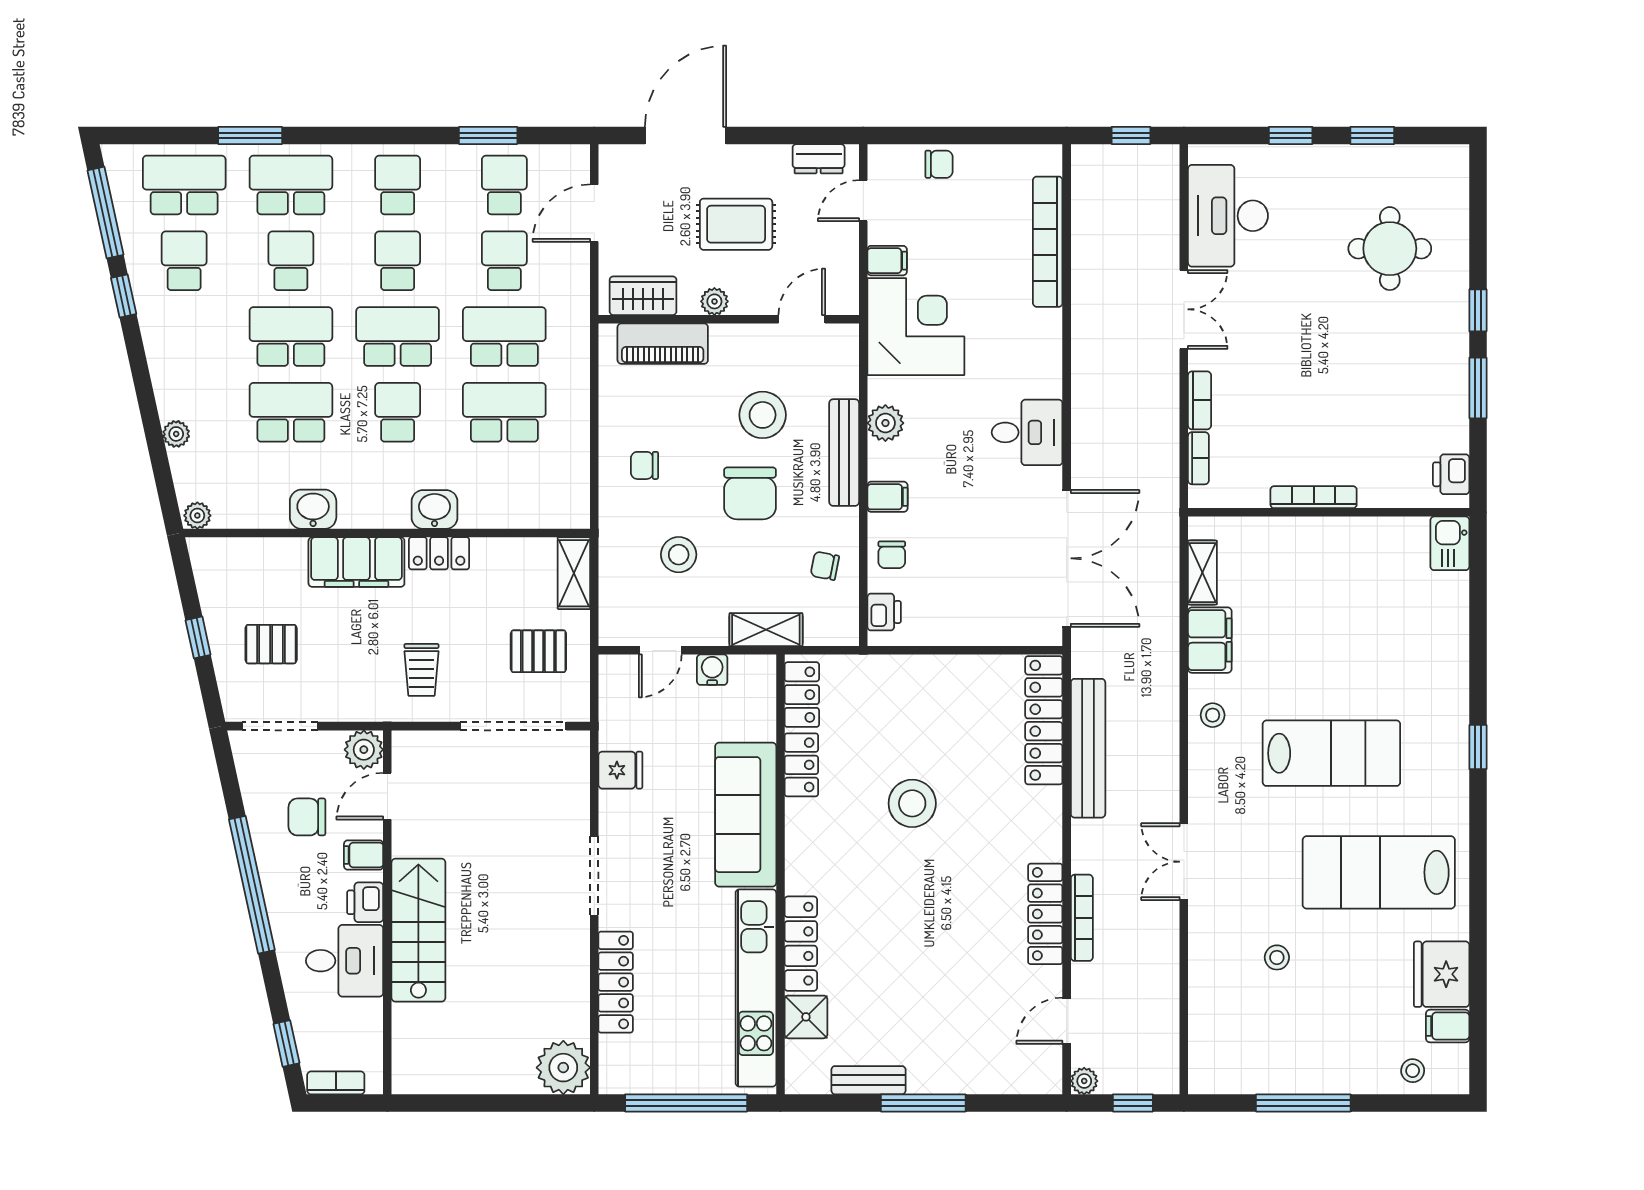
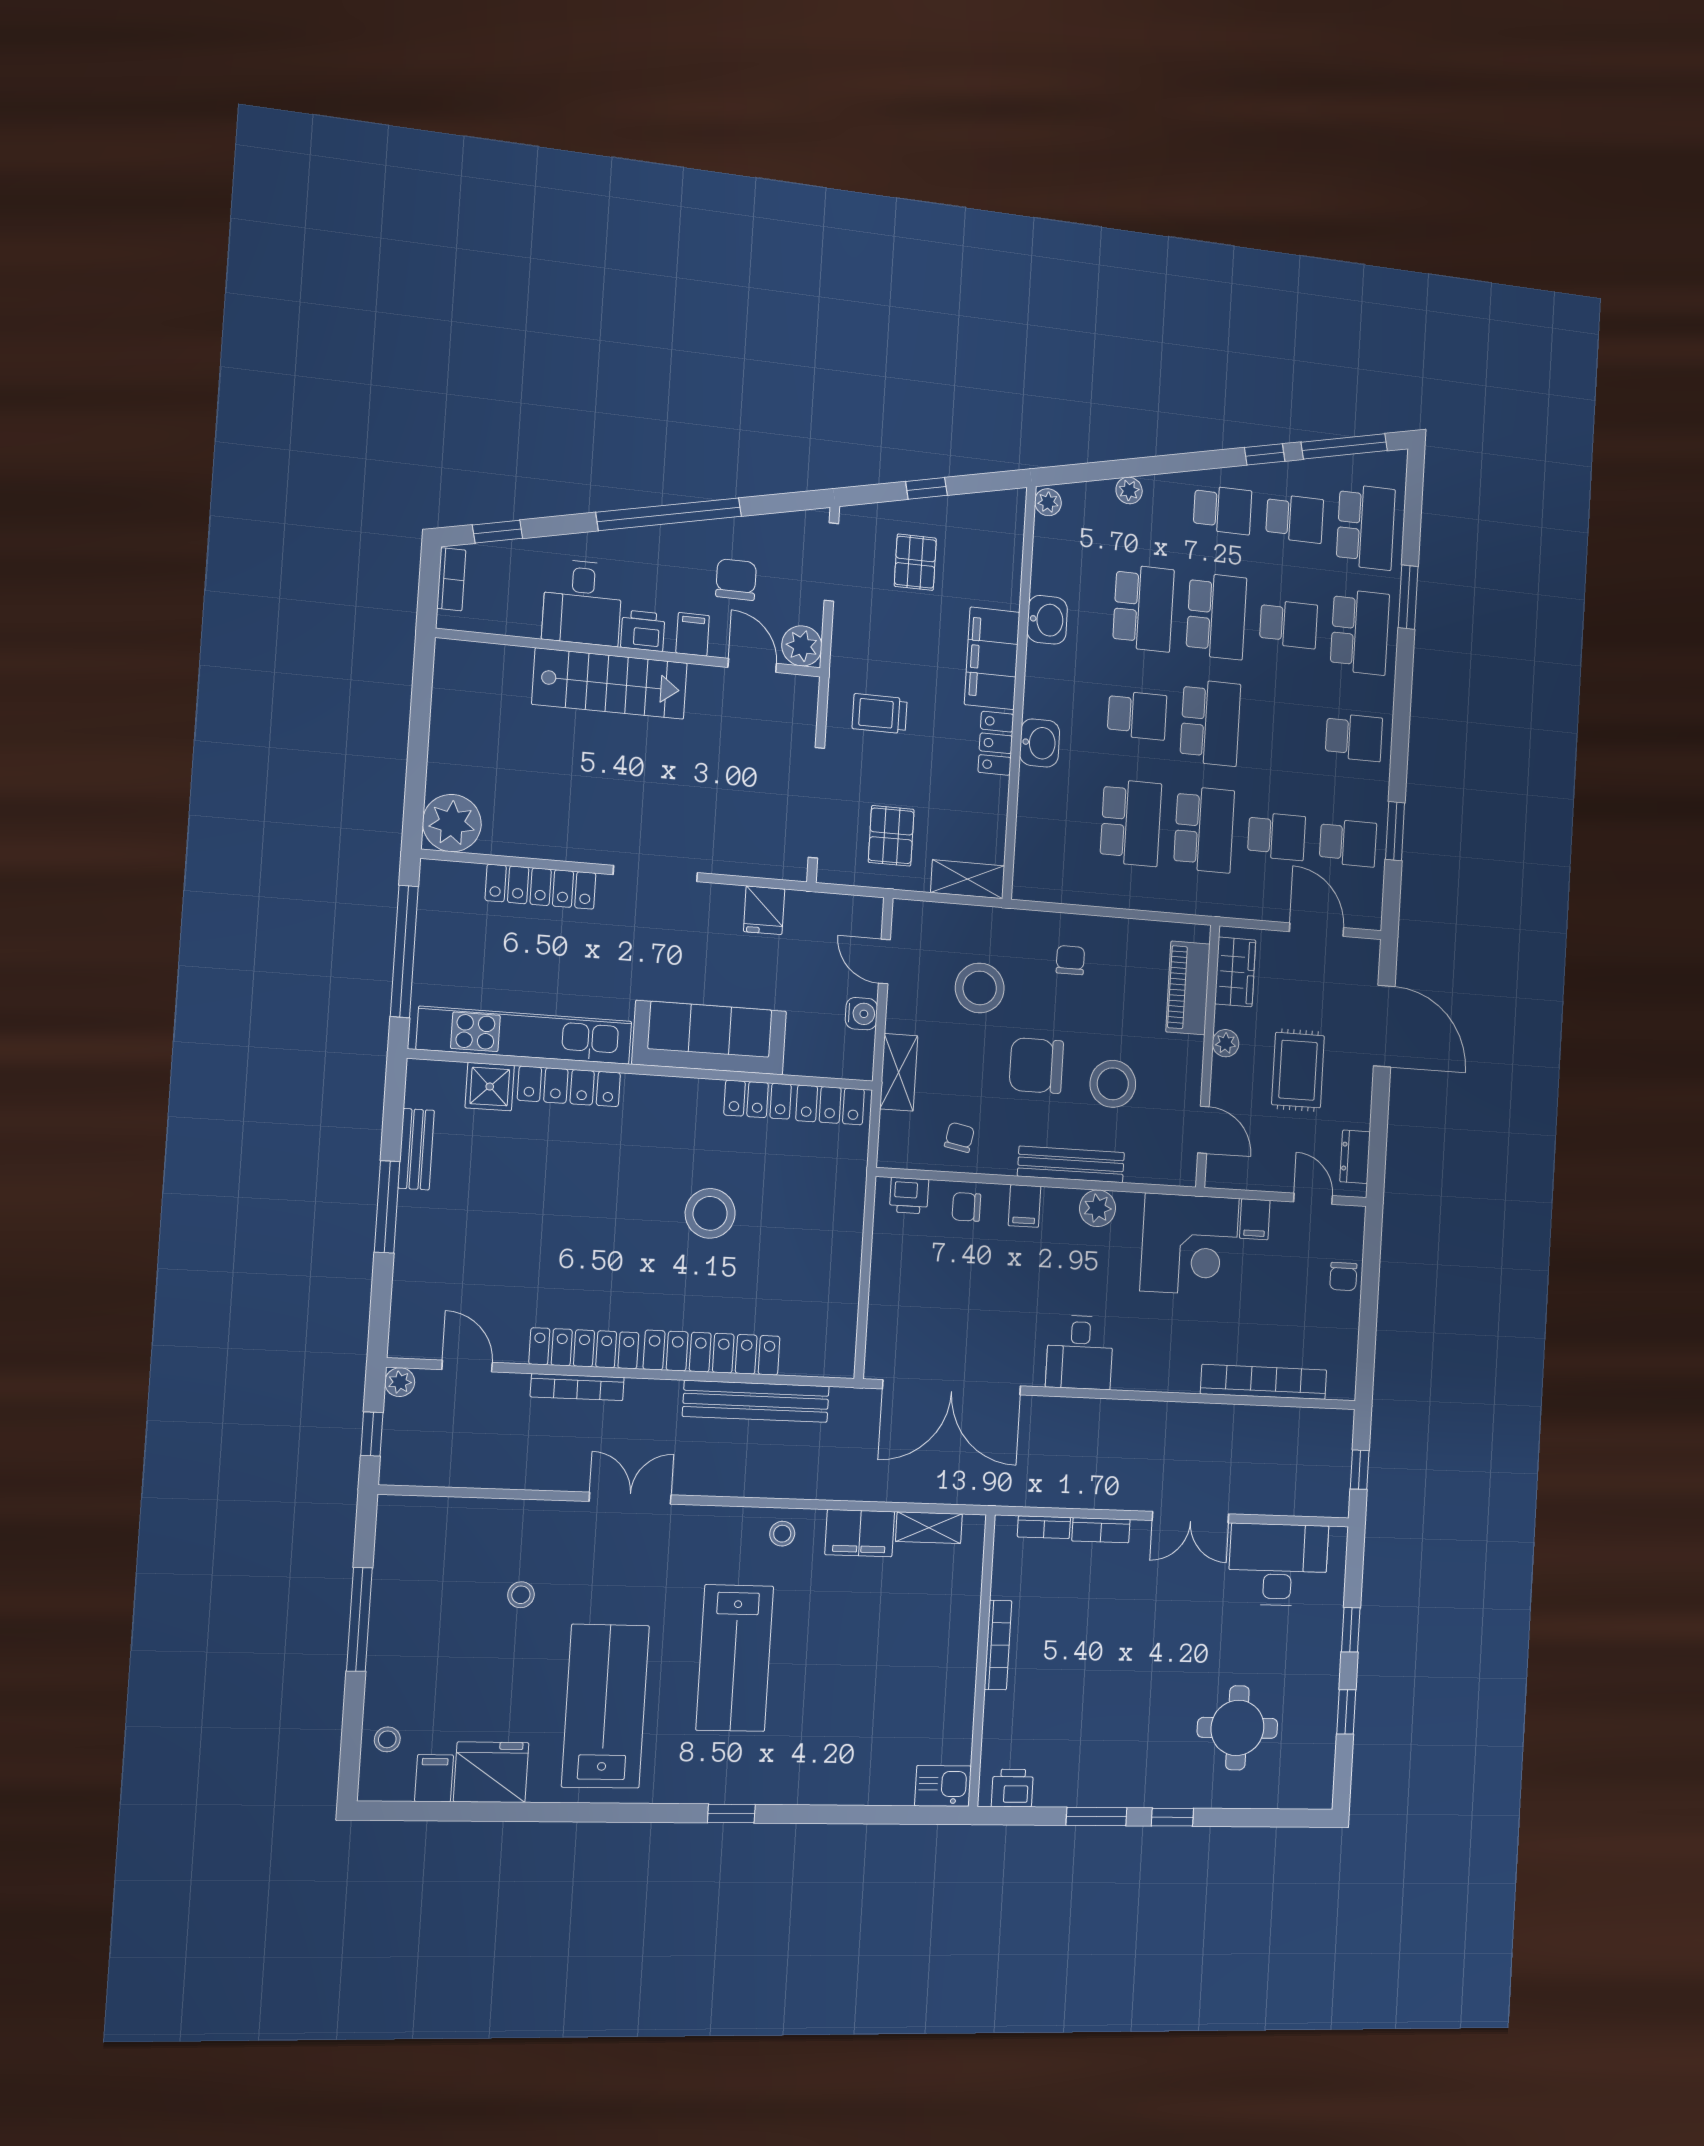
school desk: (398, 261) -> (1223, 510), moved
stool: (679, 555) -> (980, 988), width x1.38, depth x1.38
locker: (1044, 720) -> (712, 1353), moved

